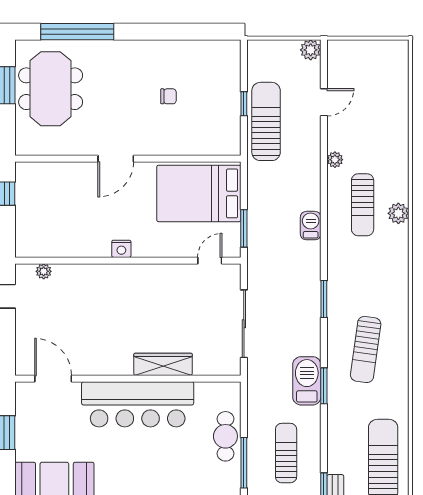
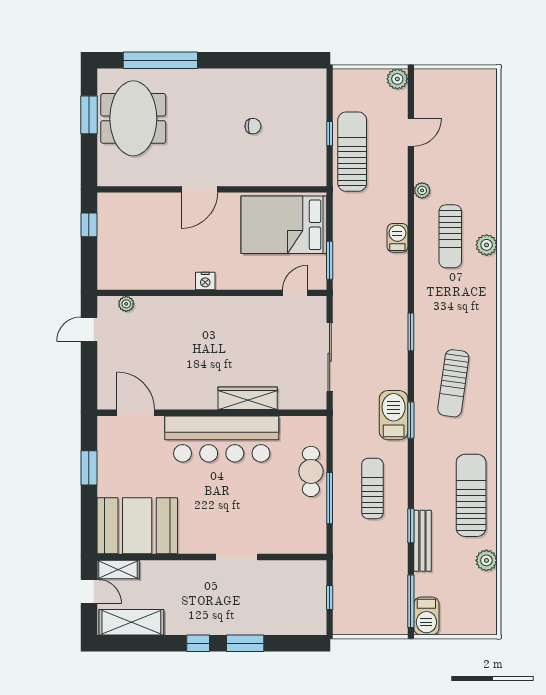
barbecue: (311, 226) -> (397, 238), moved

